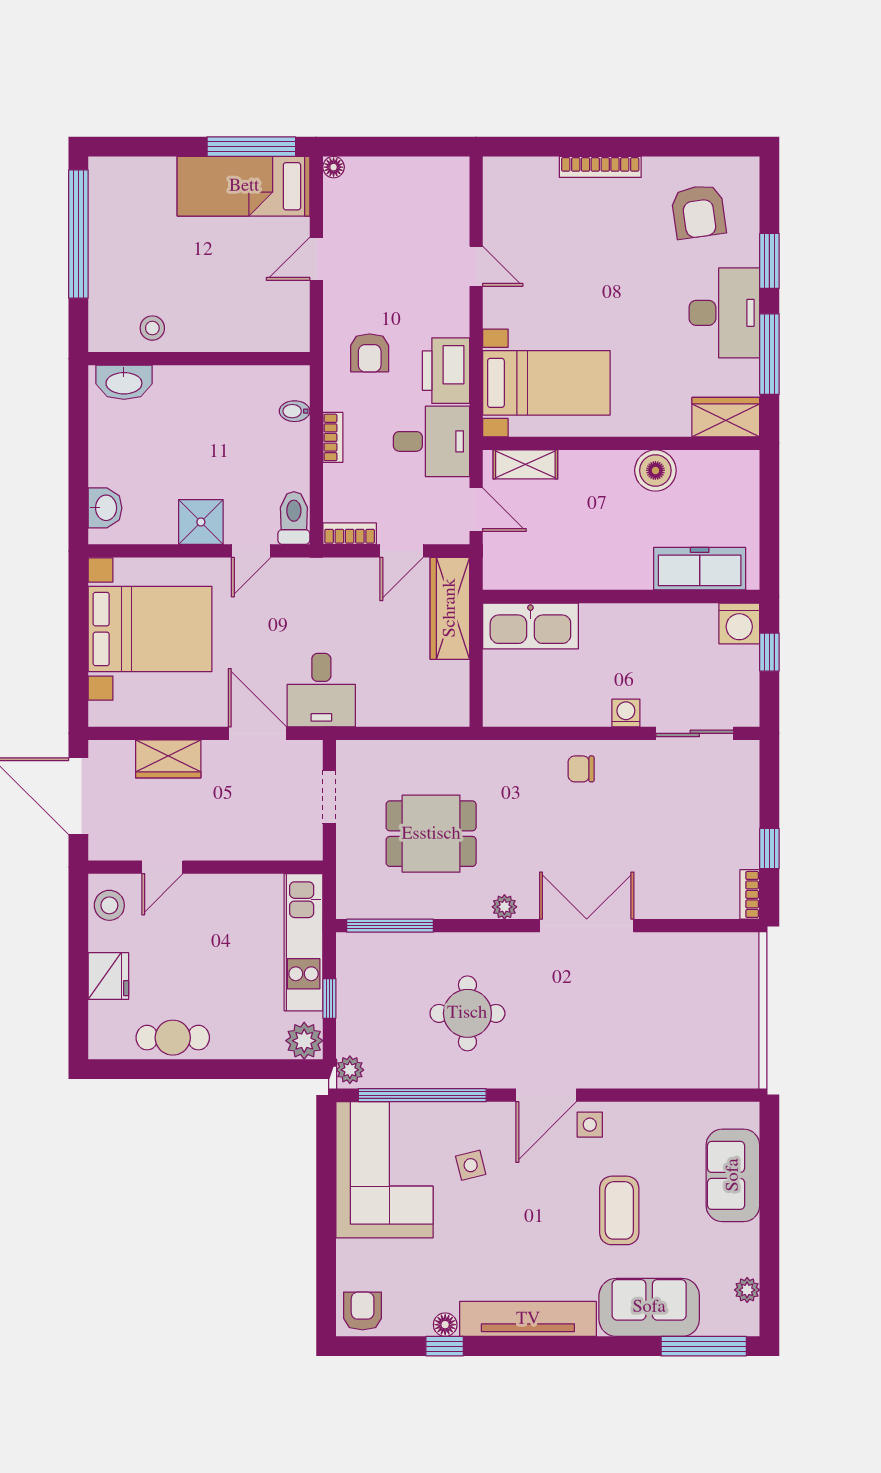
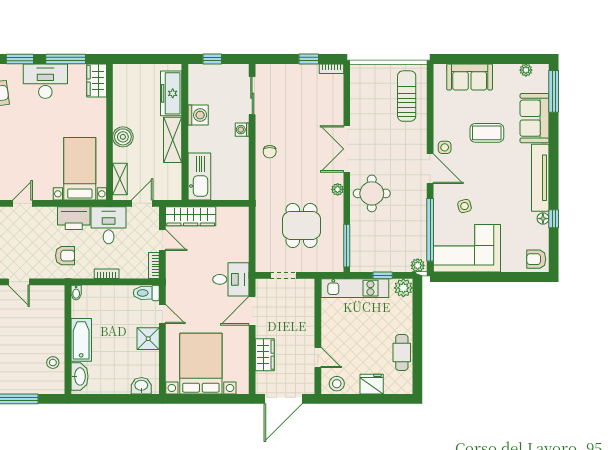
bathtub: (198, 386) -> (81, 340), added
bidet: (295, 411) -> (76, 293), moved
boiler: (655, 470) -> (123, 137), moved
shelving: (605, 572) -> (173, 140), added
washing machine: (739, 623) -> (198, 115), moved
round table: (467, 1013) -> (372, 193), moved
sun lounger: (694, 1047) -> (407, 96), added

